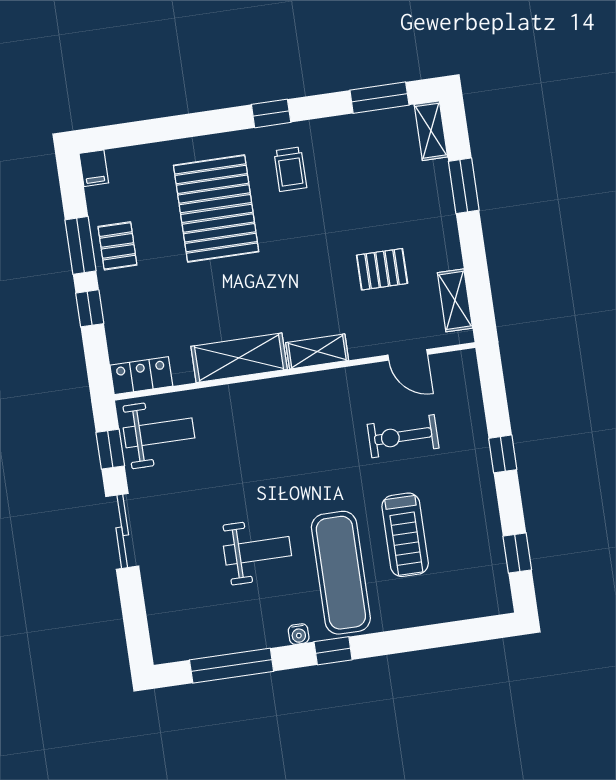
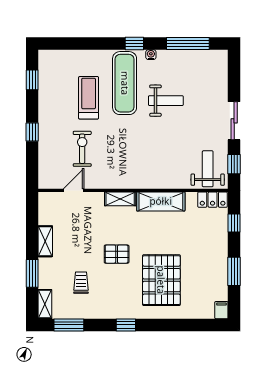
trolley: (290, 169) -> (81, 283), moved
pallet: (117, 246) -> (215, 268), removed
pallet: (382, 269) -> (117, 254), moved
shelving: (455, 300) -> (45, 241), moved
window: (90, 308) -> (234, 223), moved
door: (408, 355) -> (74, 190), hinge flipped
weight bench: (159, 433) -> (208, 169), turned 90
exercise bike: (403, 436) -> (82, 149), turned -90
weight bench: (257, 551) -> (166, 101), turned 180

